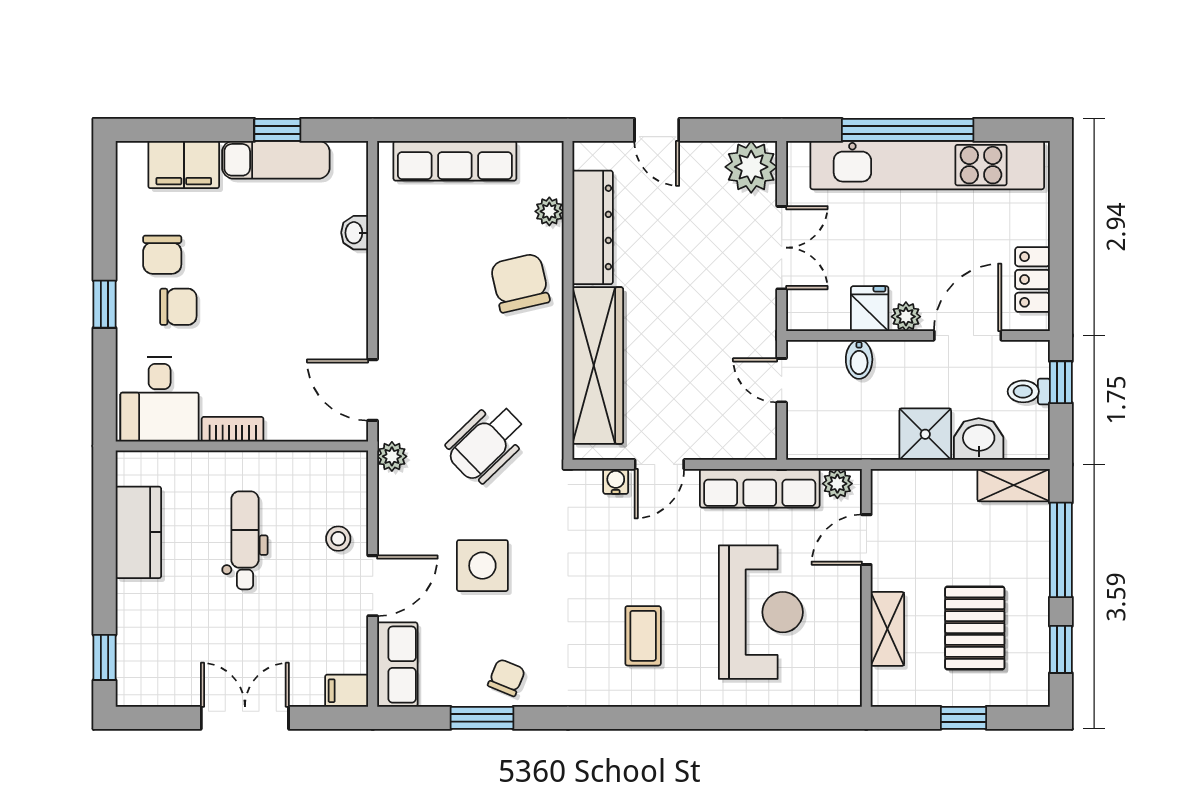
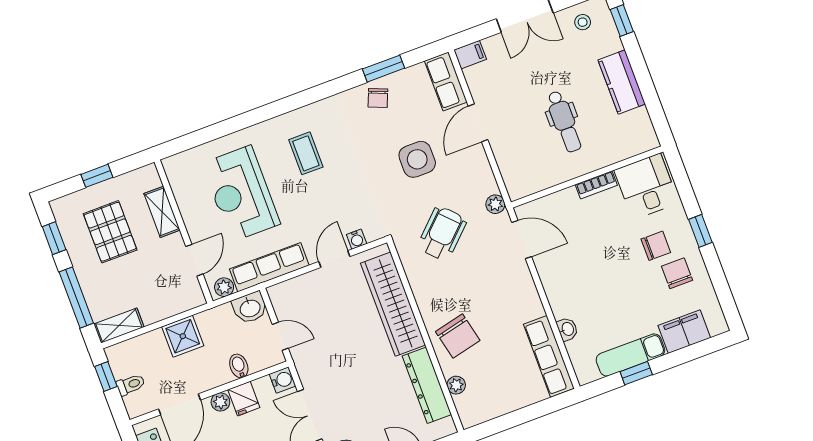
row of seats: (455, 161) -> (549, 356), moved, turned -90
chair: (178, 307) -> (656, 246), turned 180
water cooler: (802, 315) -> (283, 380), added
window: (1061, 382) -> (106, 377), moved
washbasin: (979, 439) -> (250, 308), moved
kitchen counter: (138, 532) -> (622, 82), moved
stool: (338, 539) -> (583, 22), moved

